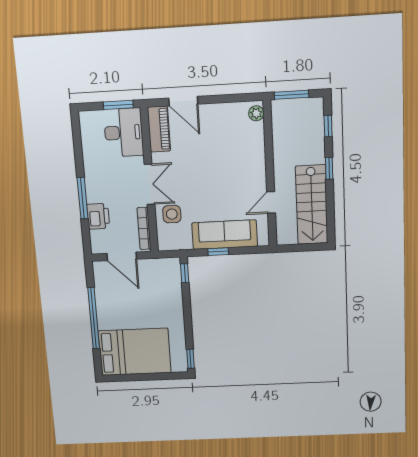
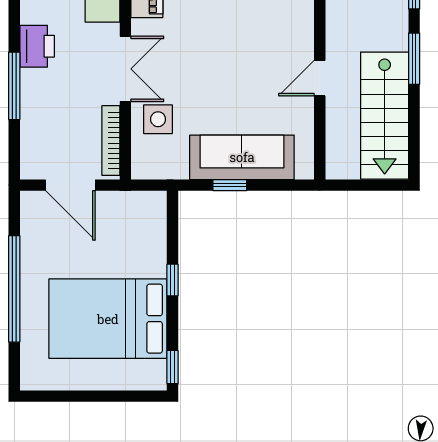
window: (329, 168) -> (414, 59), width x1.50
door: (271, 202) -> (320, 78), moved
printer: (98, 216) -> (37, 46), moved
window: (185, 273) -> (173, 280), moved
bed: (135, 352) -> (108, 319), moved, turned 180

